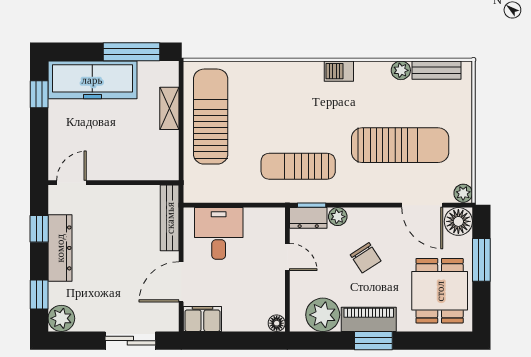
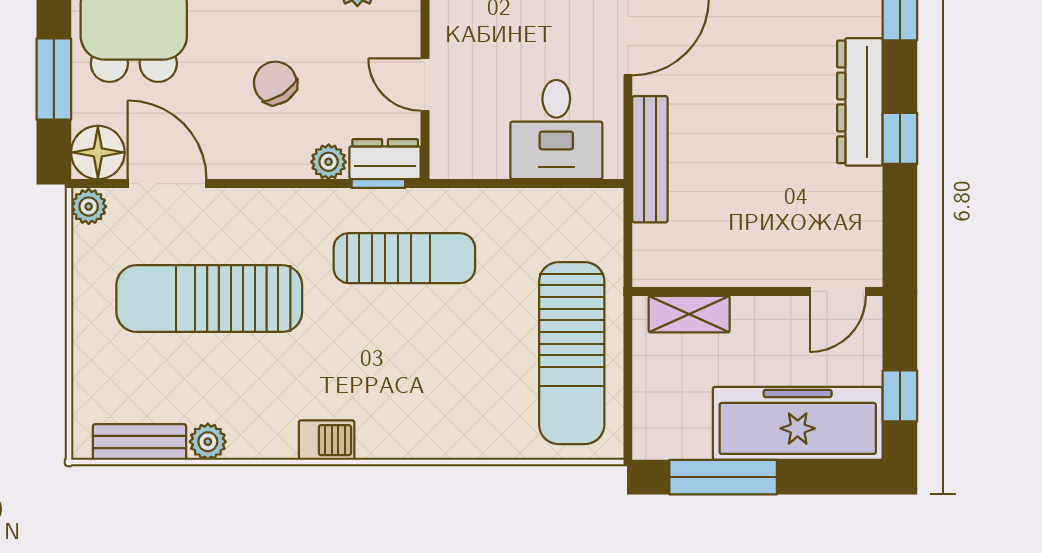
shelving: (169, 108) -> (689, 314), moved, turned 90
door: (72, 183) -> (838, 291), moved
wall: (114, 183) -> (757, 291), moved

